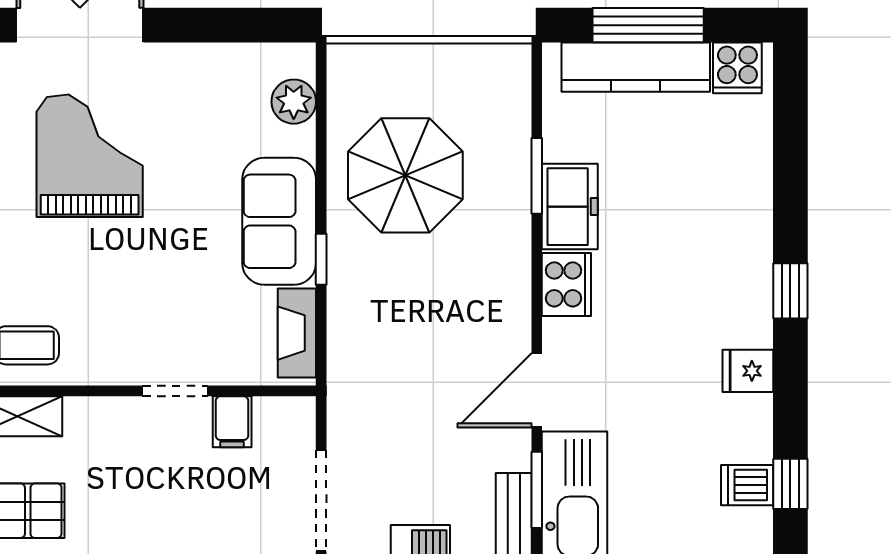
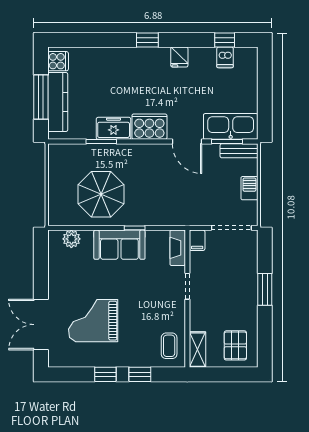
cooker: (566, 284) -> (149, 127), width x1.37, depth x1.31
fireplace: (297, 333) -> (178, 248), moved, turned 90
filing cabinet: (232, 422) -> (197, 240), moved, turned 90

